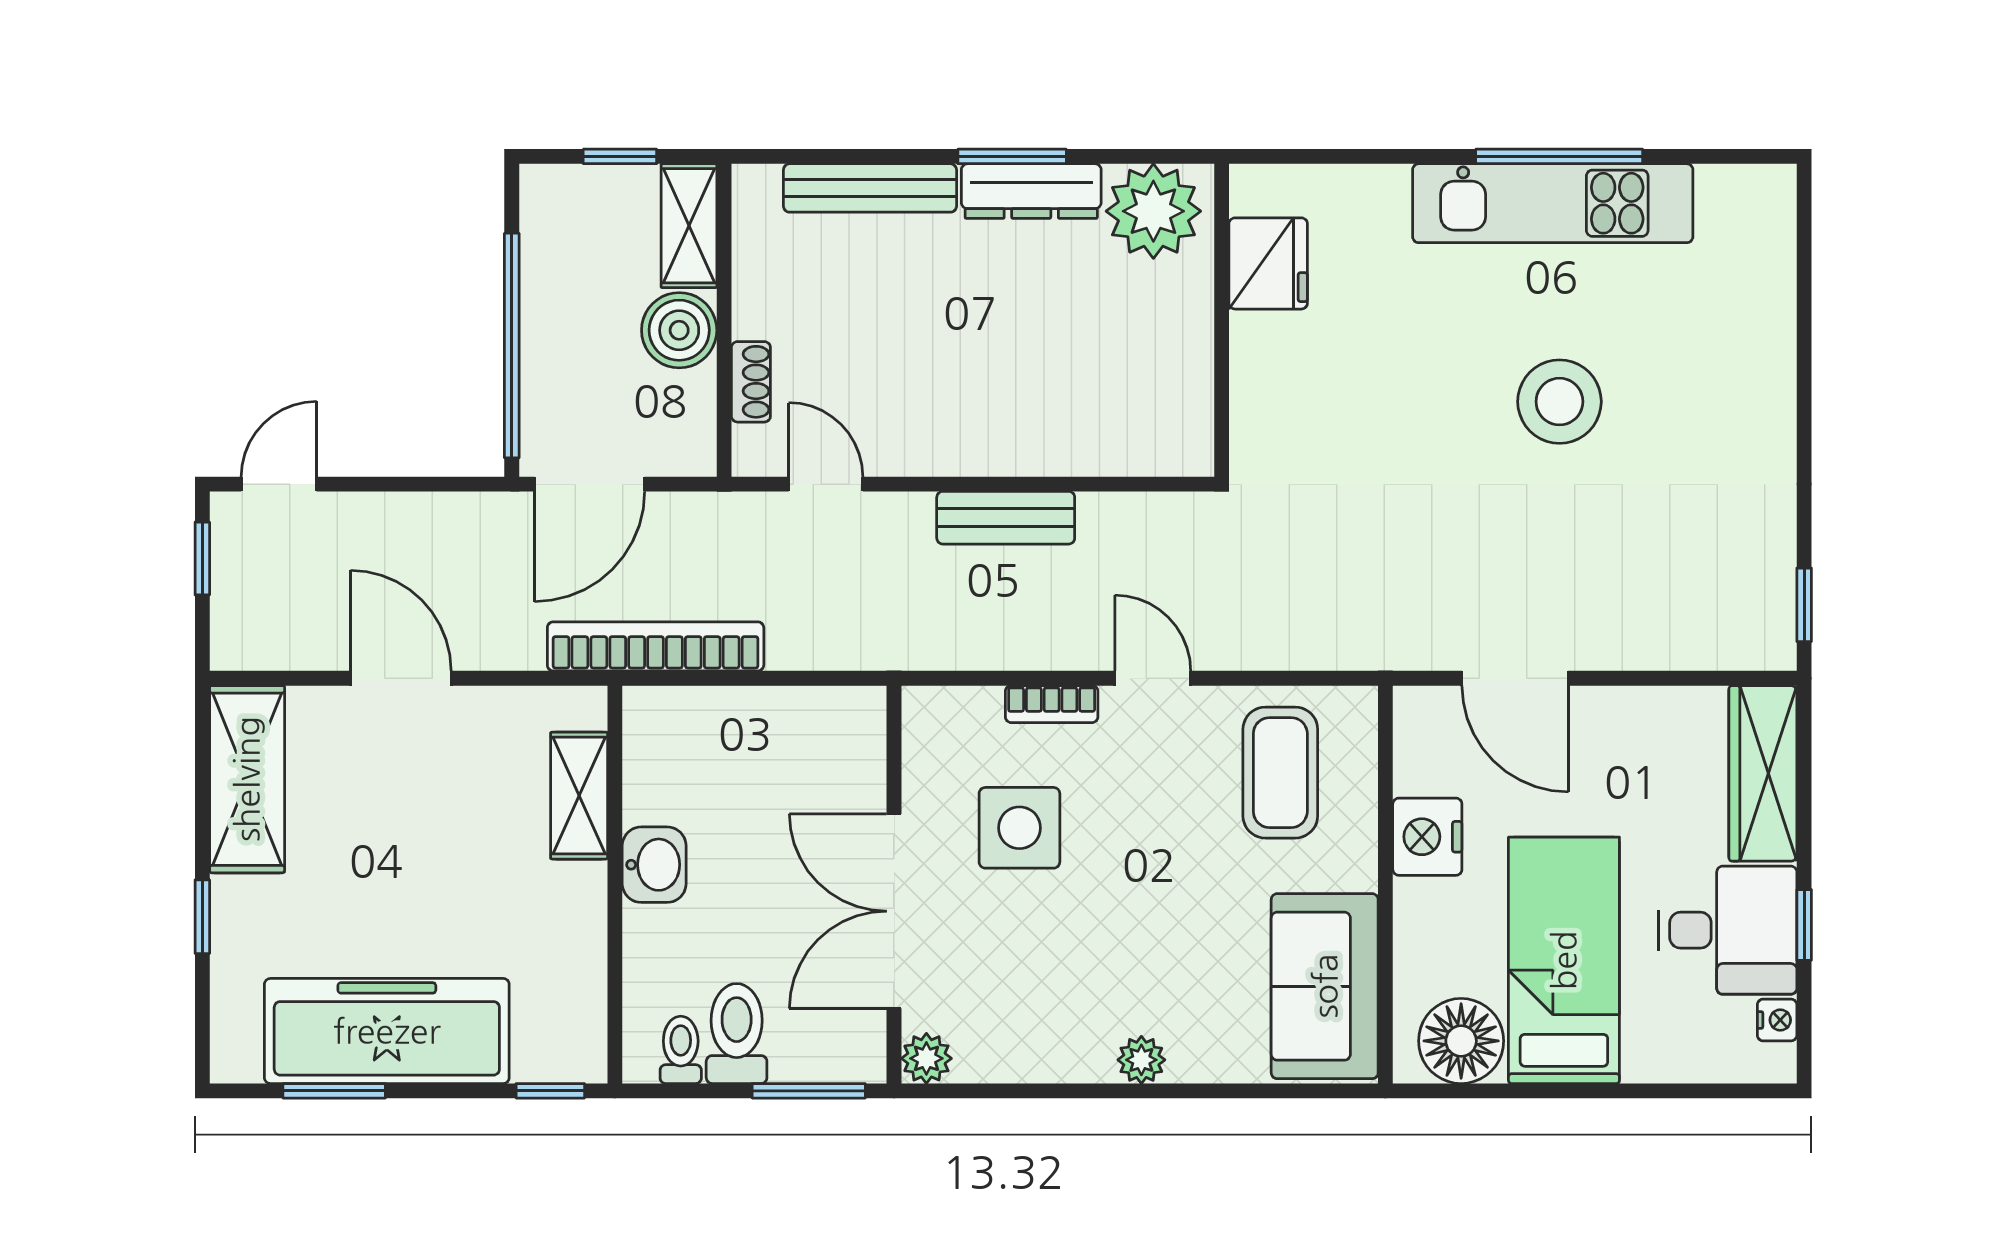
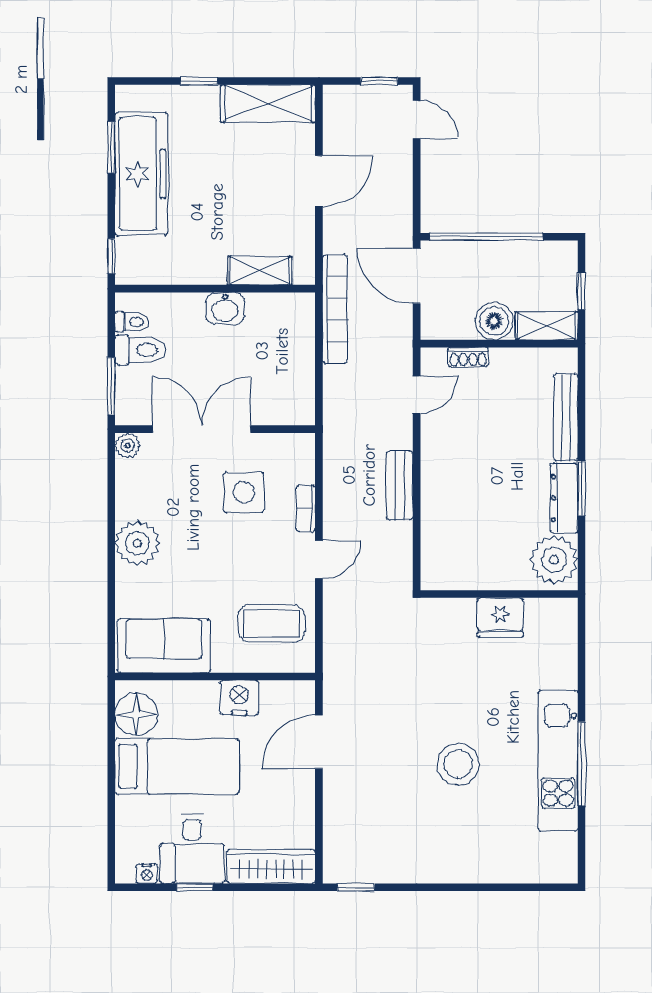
fridge: (1268, 263) -> (500, 617), moved
plant: (1141, 1060) -> (137, 543), width x1.88, depth x1.88

